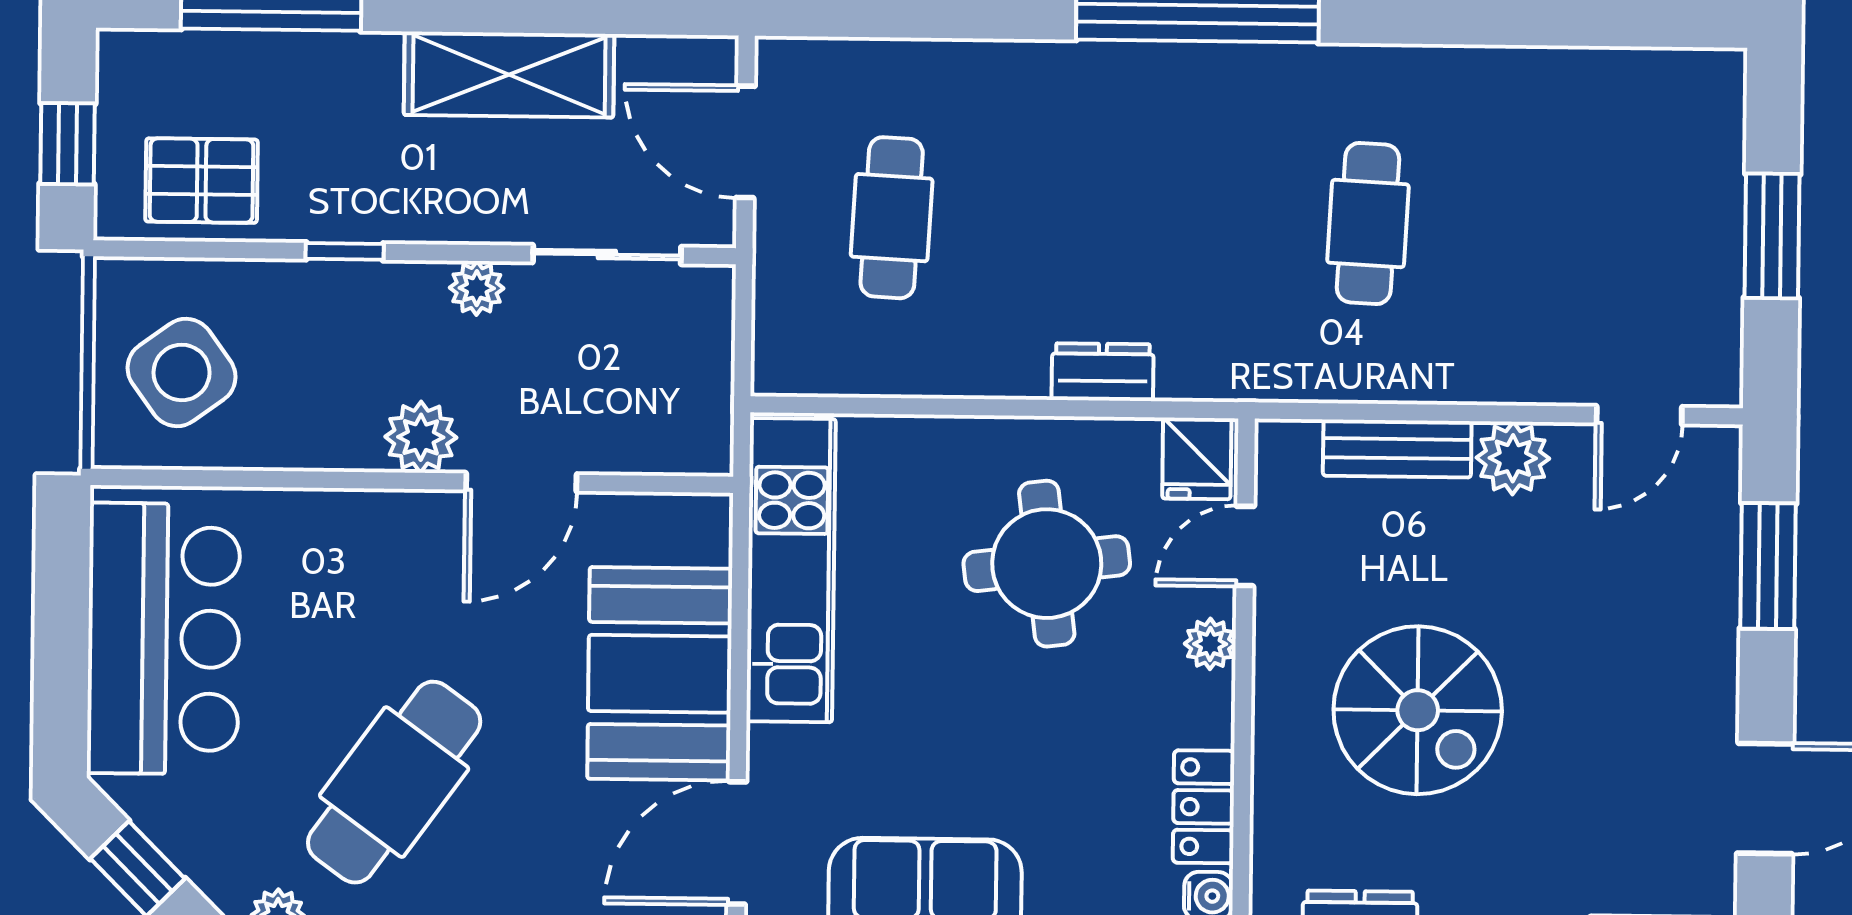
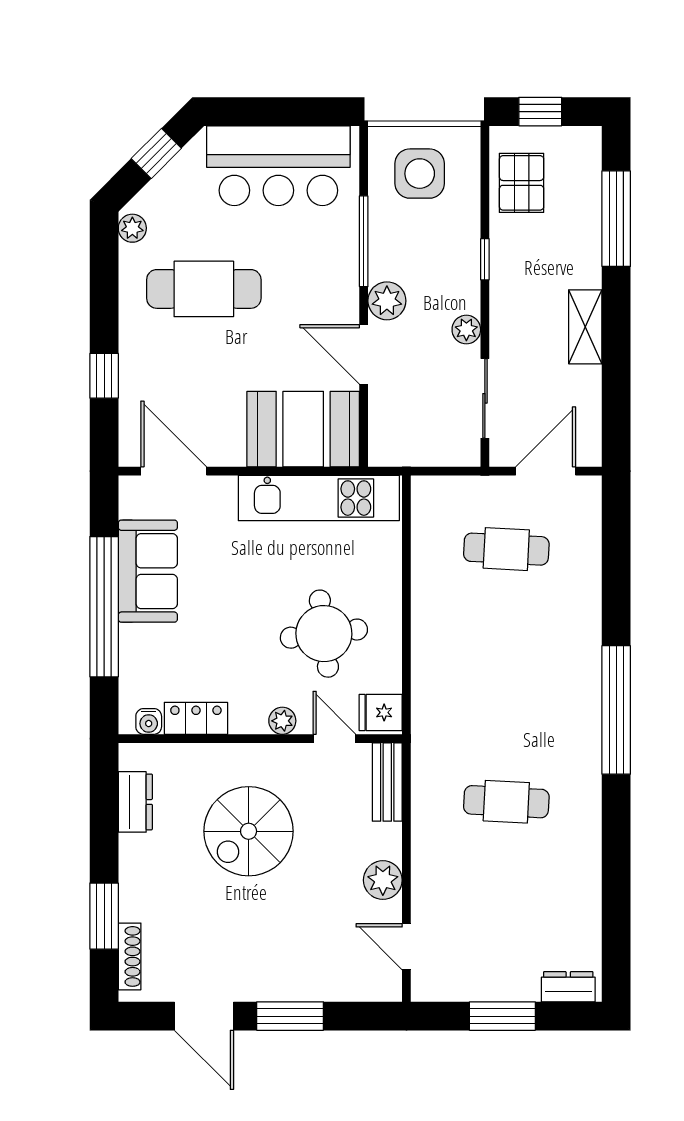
shelving: (509, 75) -> (585, 327), width x0.67, depth x0.75
side table: (182, 372) -> (420, 174), turned 36
dresser: (1103, 372) -> (568, 987), moved, turned -90
bench: (1397, 448) -> (387, 782), moved
window: (308, 480) -> (364, 241), added
window: (1768, 566) -> (290, 1016), moved
booth: (660, 674) -> (303, 429), moved
cafe table: (394, 782) -> (204, 289), turned -36

